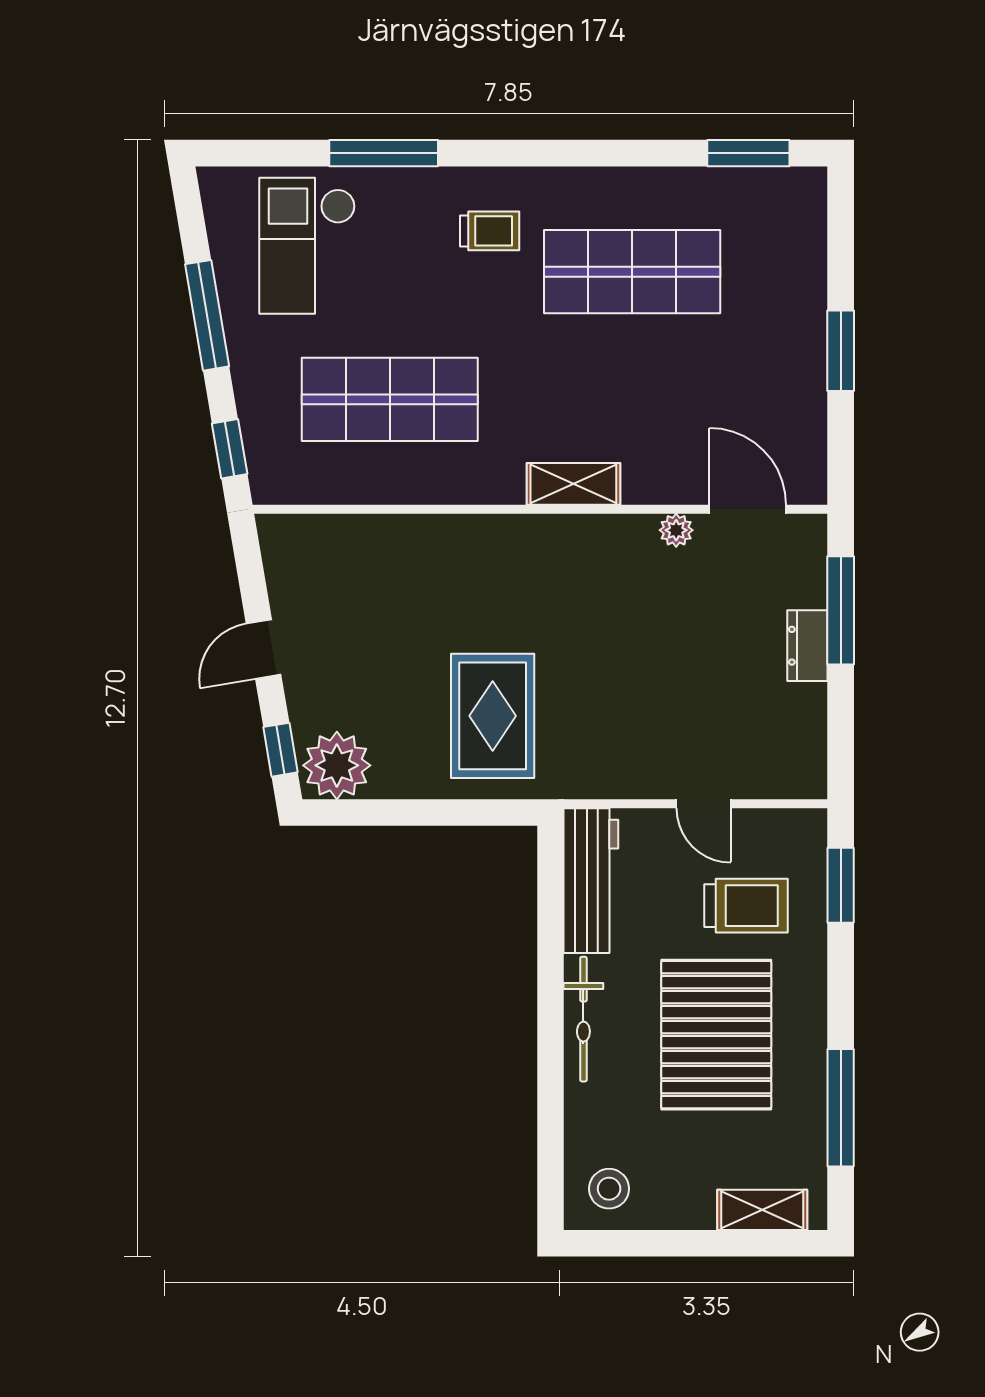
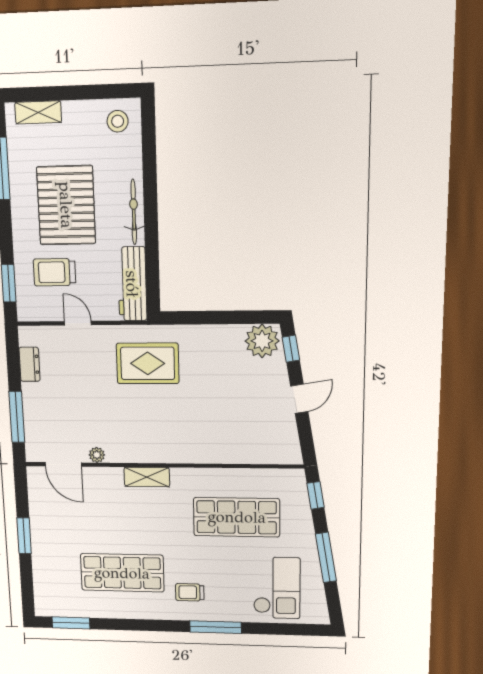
window: (384, 153) -> (216, 627), moved
dresser: (807, 646) -> (29, 364), moved
rug: (493, 716) -> (148, 363), moved, turned 90

